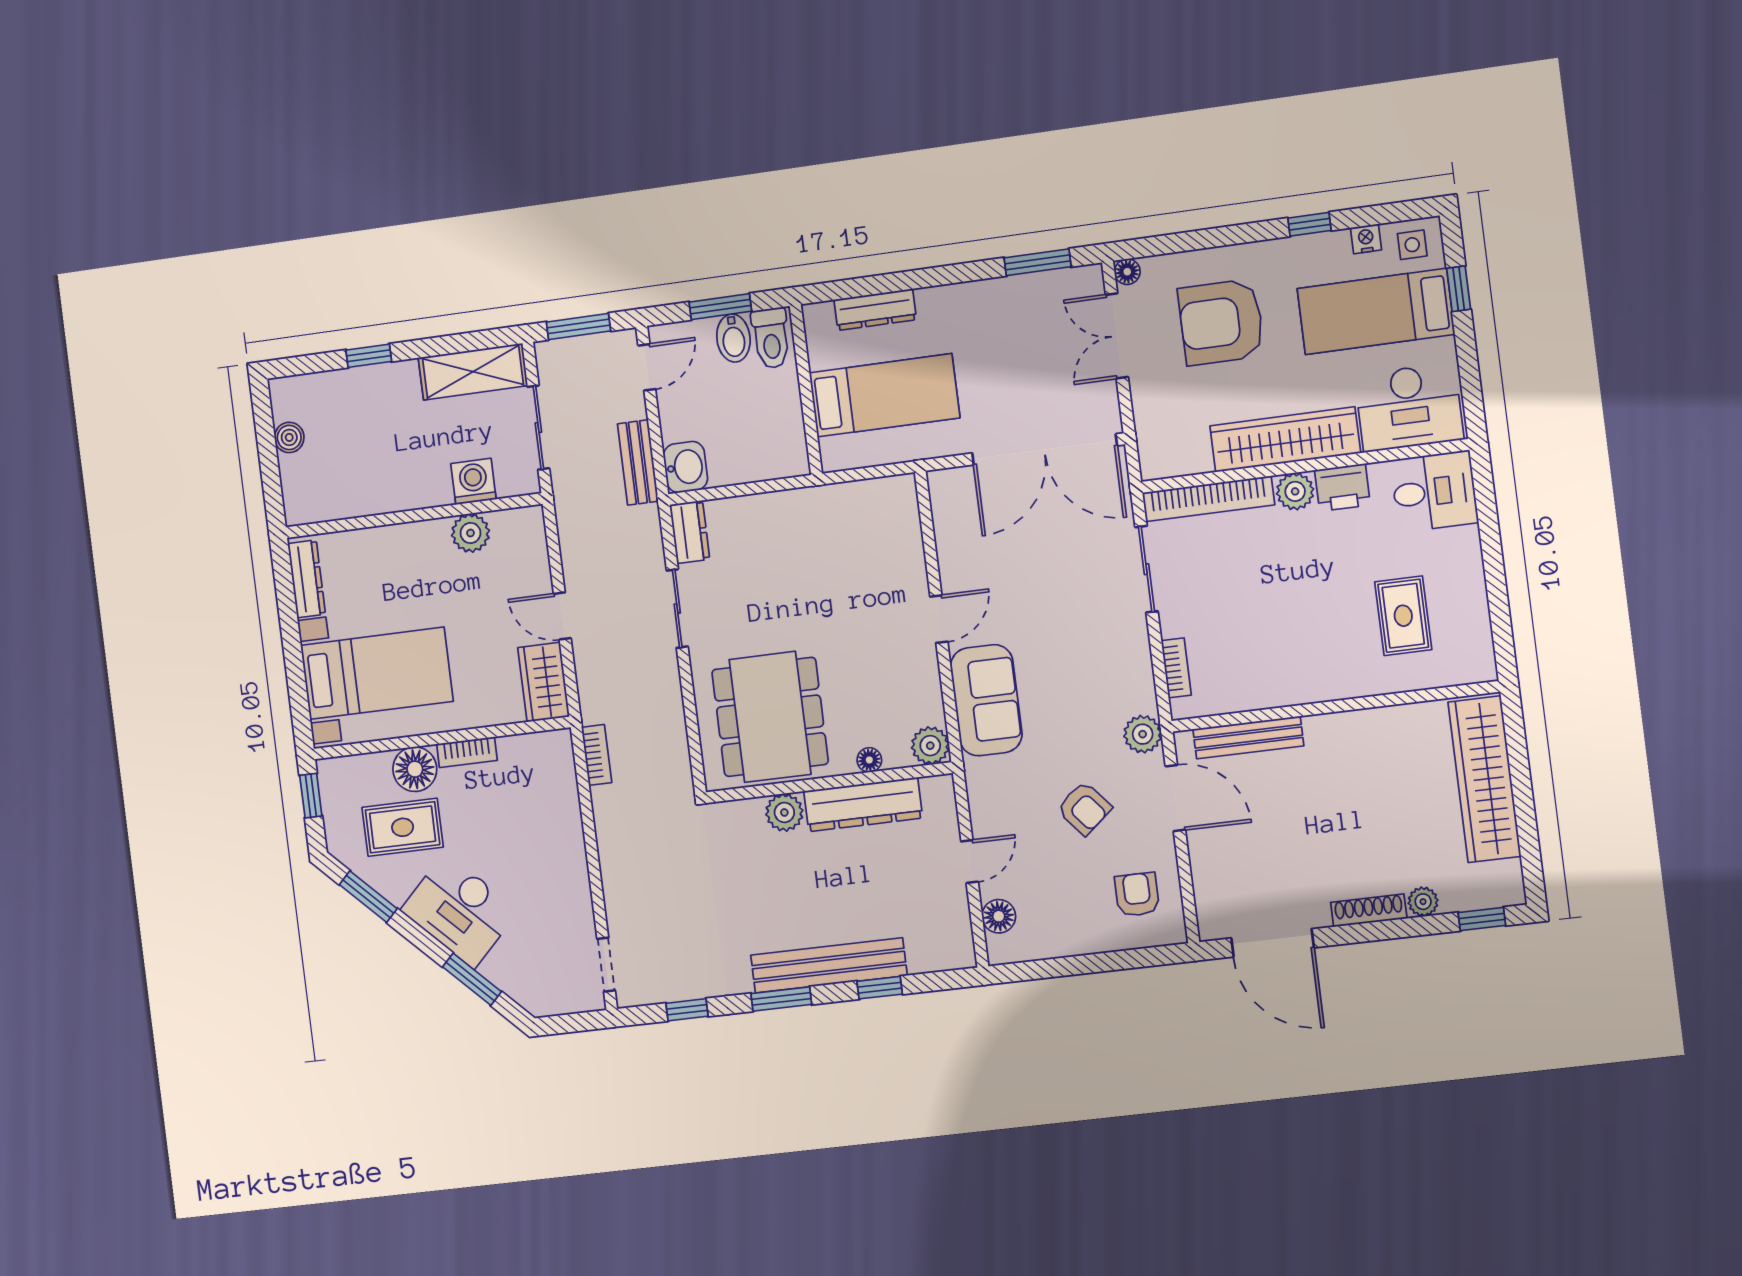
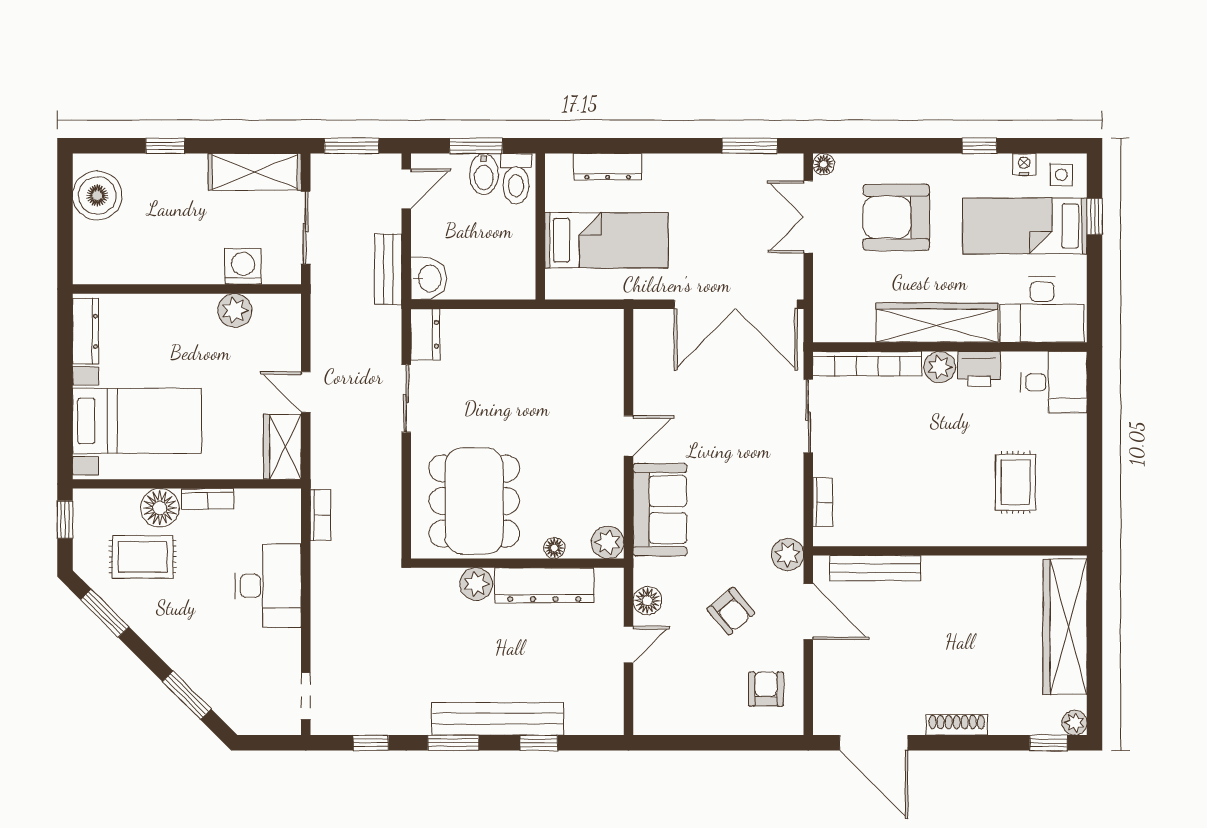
boiler: (289, 437) -> (97, 195), width x1.86, depth x1.86
plant: (1423, 902) -> (1075, 723), moved
desk: (459, 910) -> (268, 586), moved, turned -135
floor lamp: (999, 916) -> (647, 601), moved

